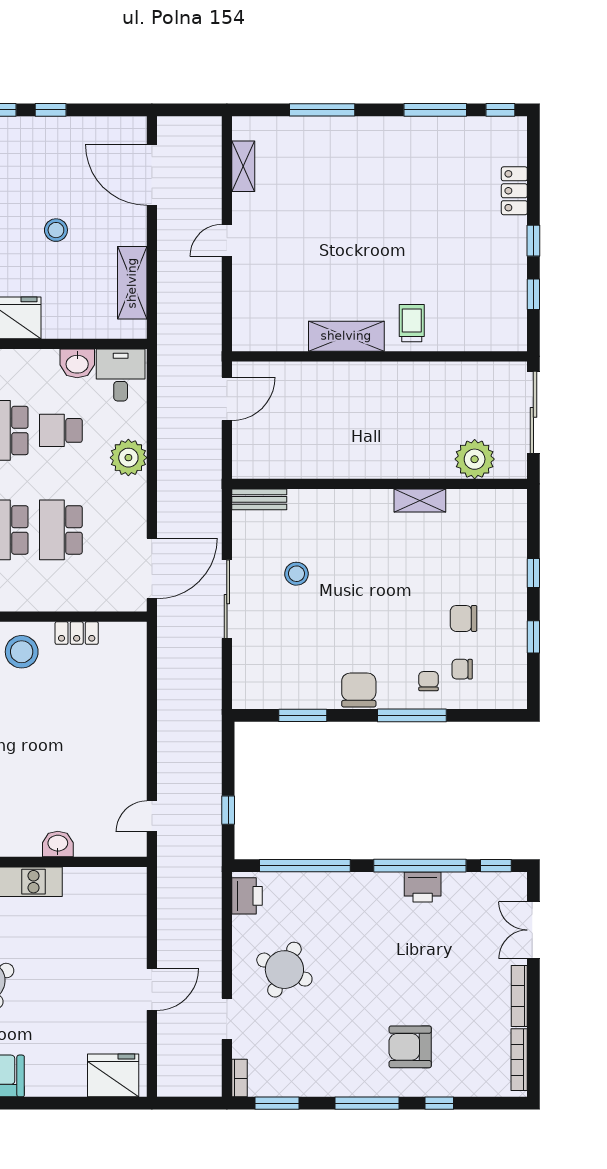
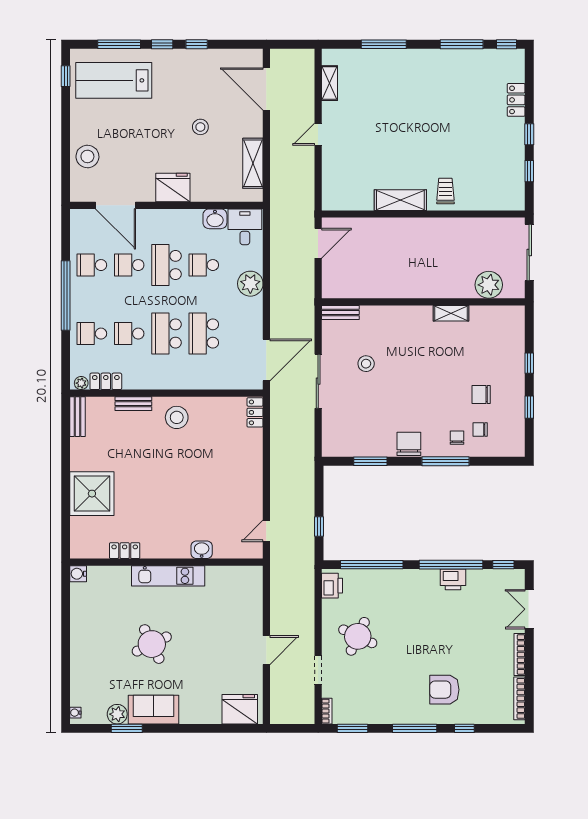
locker: (77, 633) -> (255, 412), moved, turned 90

